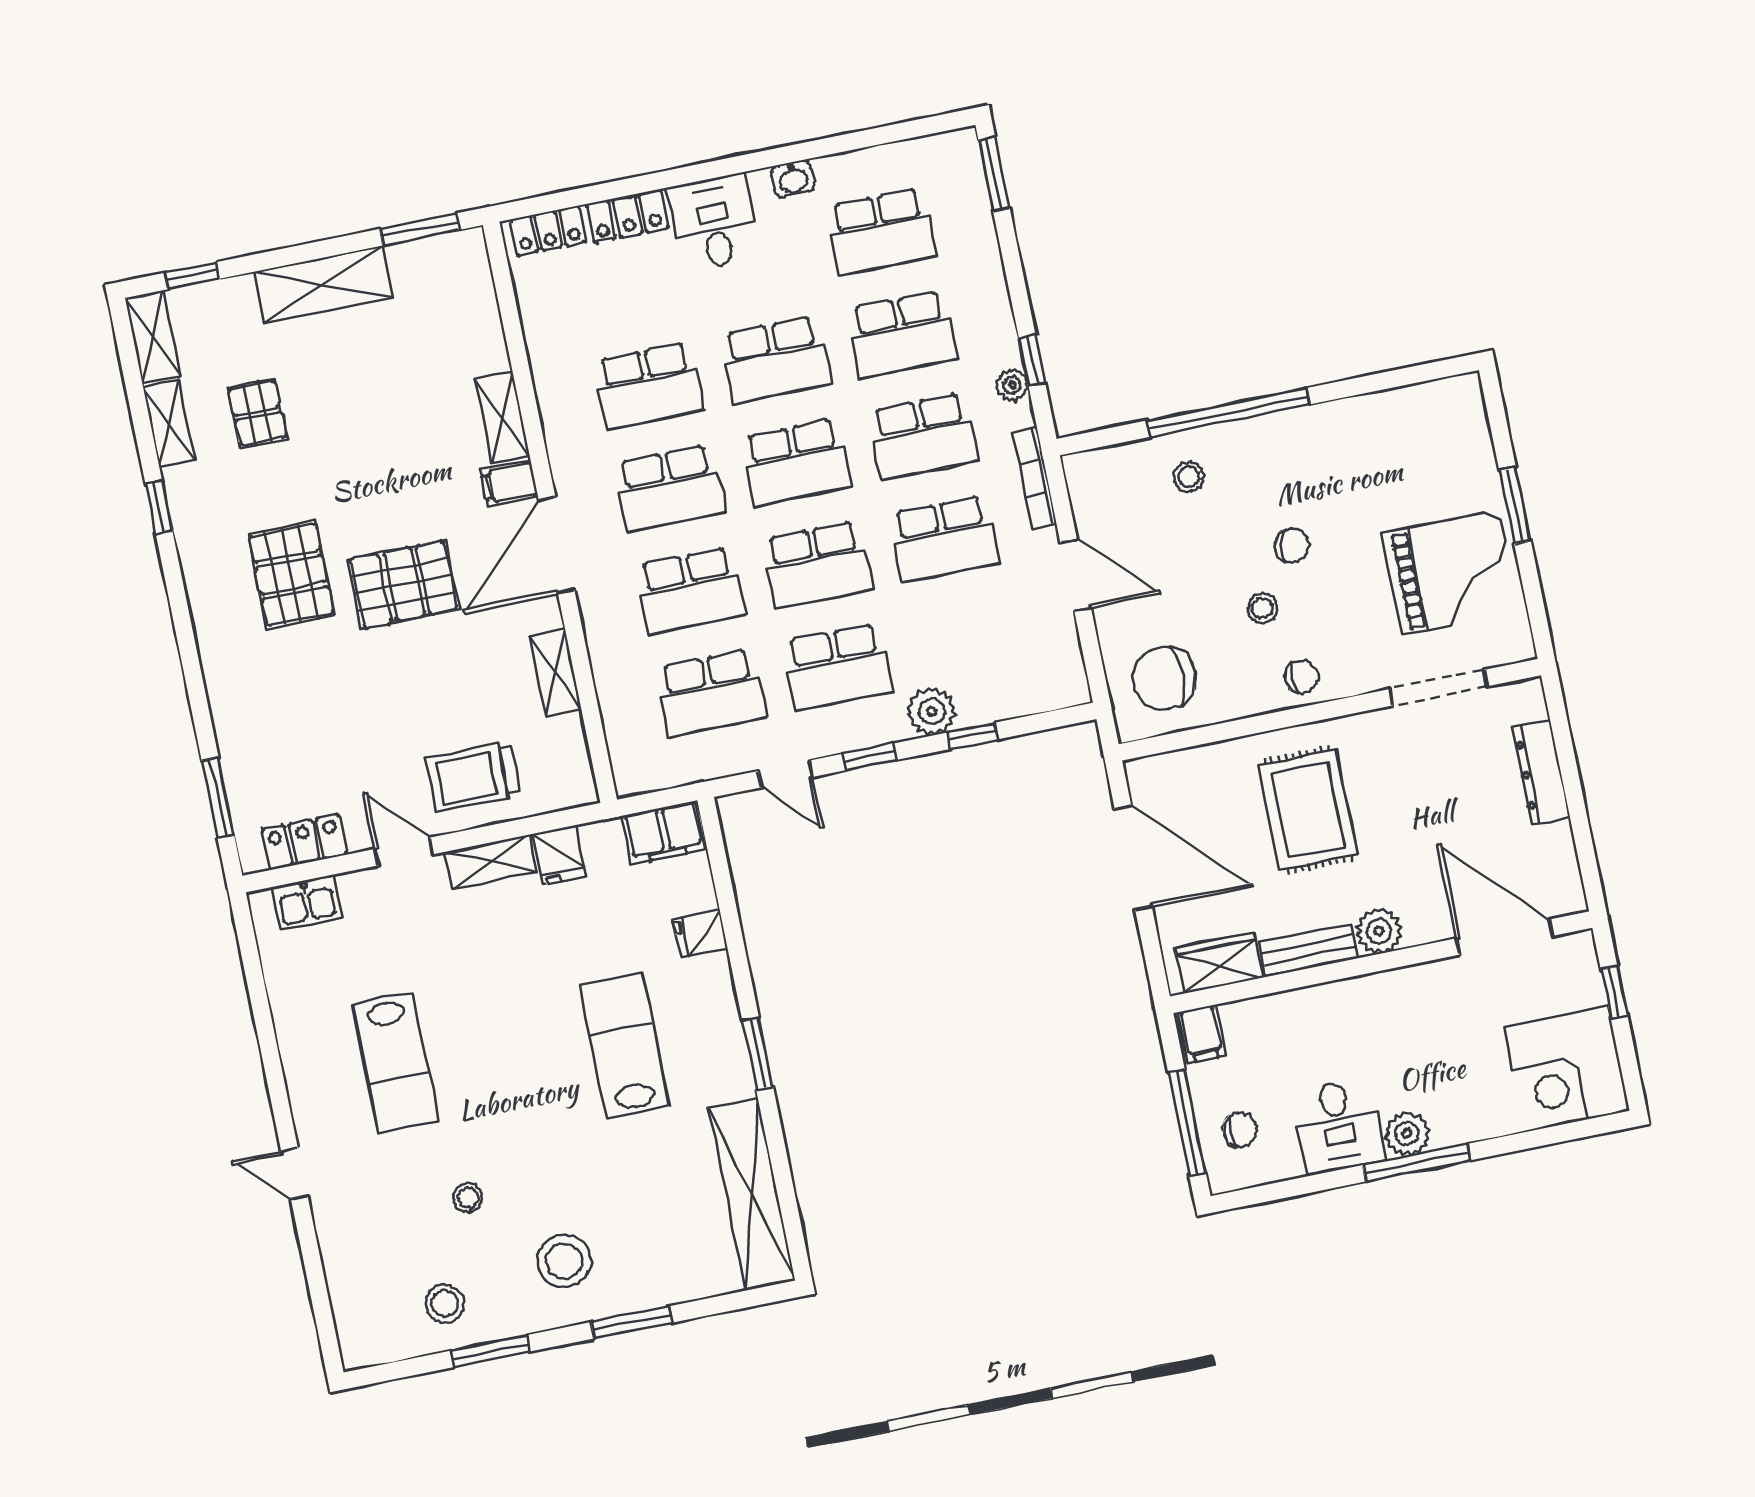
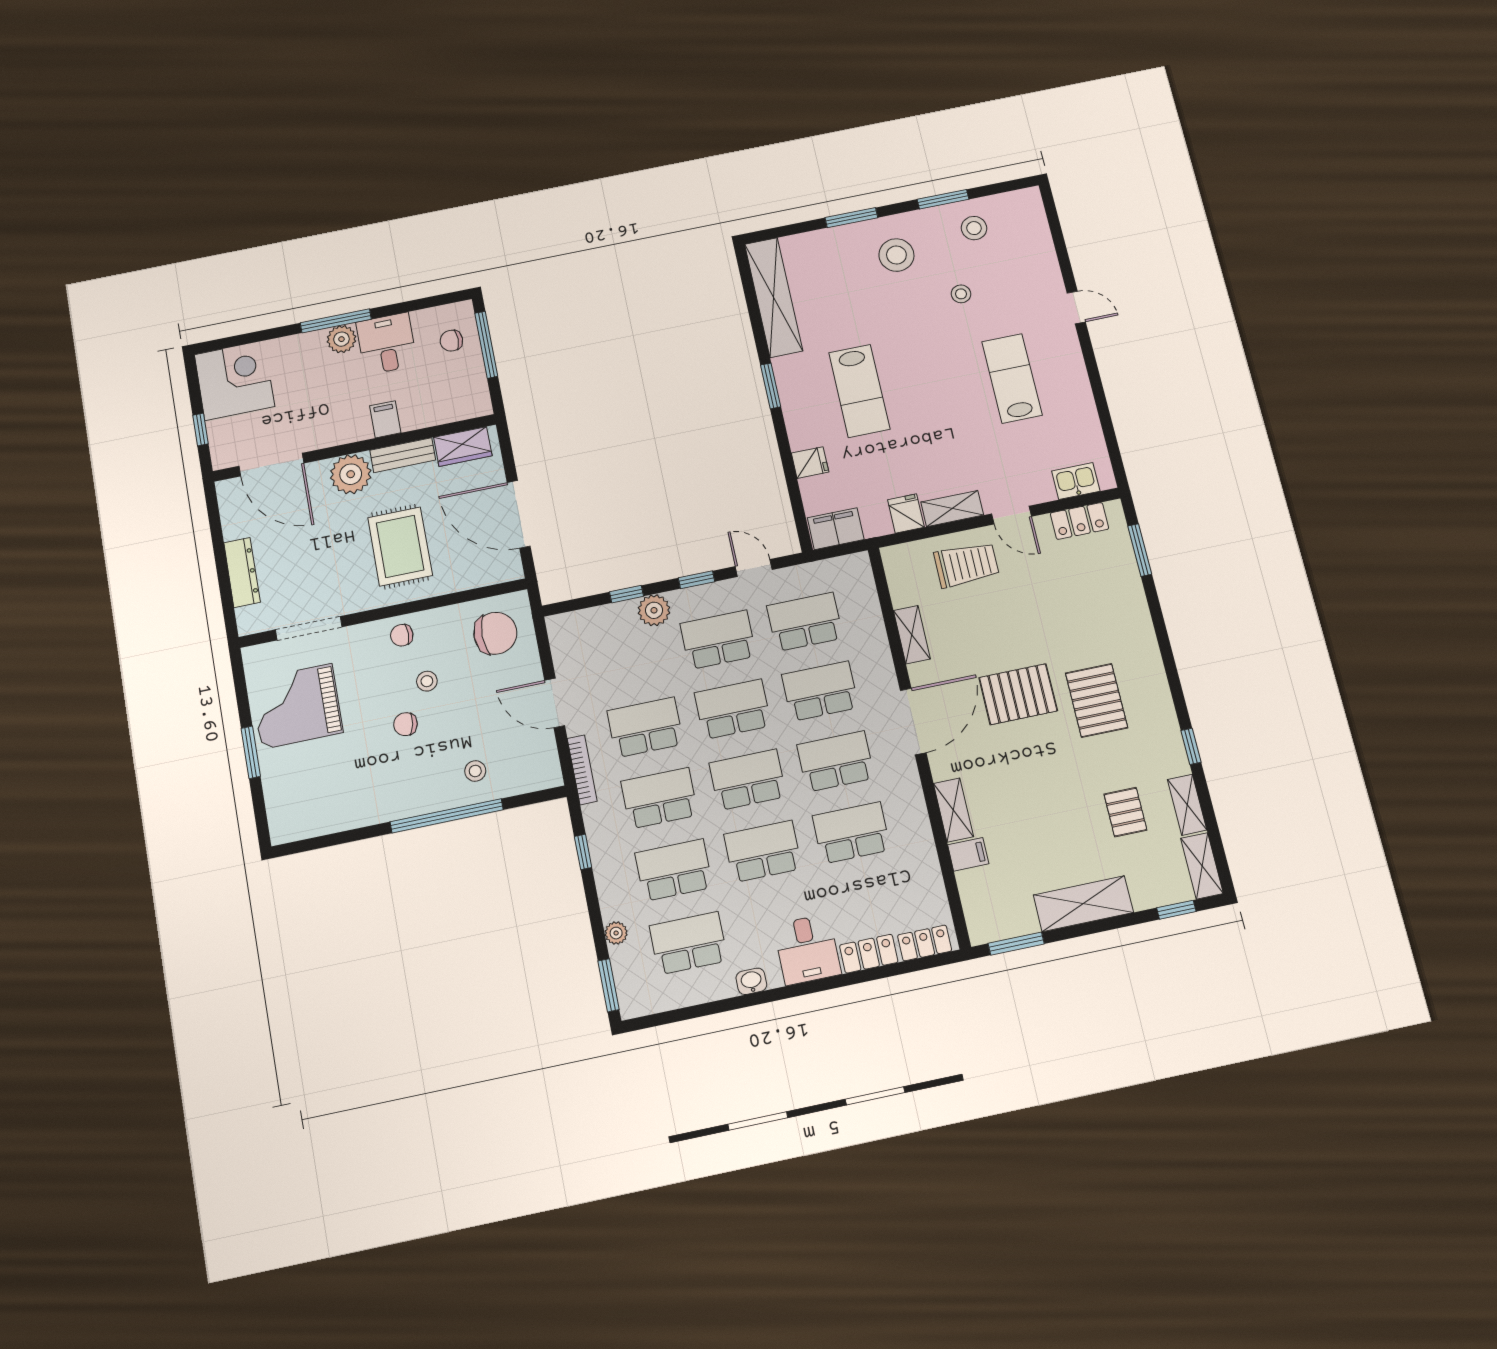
plant: (1012, 385) -> (616, 933), moved
filing cabinet: (509, 483) -> (968, 854), moved
plant: (1379, 931) -> (351, 474), width x1.36, depth x1.36
filing cabinet: (1202, 1034) -> (385, 419), moved

